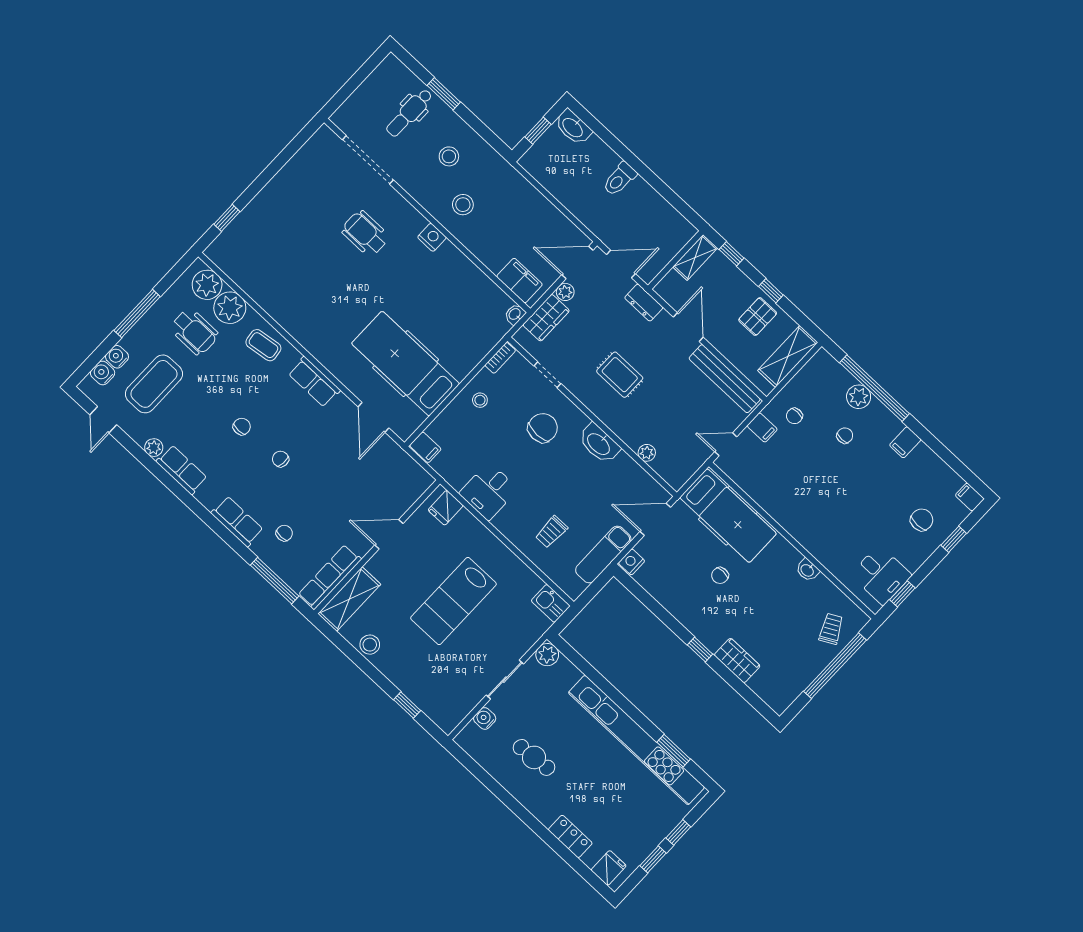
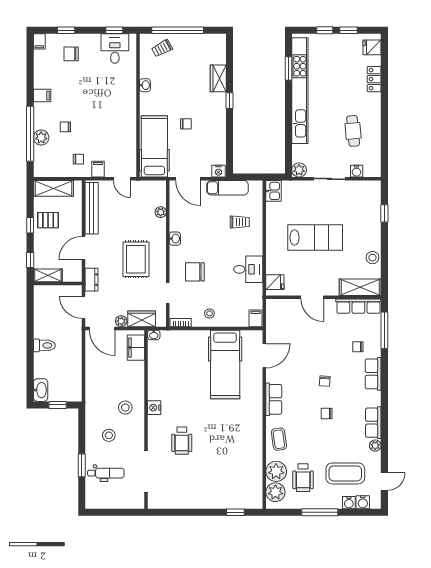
wheelchair: (194, 332) -> (303, 478), turned 180
rug: (620, 375) -> (136, 259), width x1.36, depth x1.43
washbasin: (599, 444) -> (175, 239), width x0.52, depth x0.69

